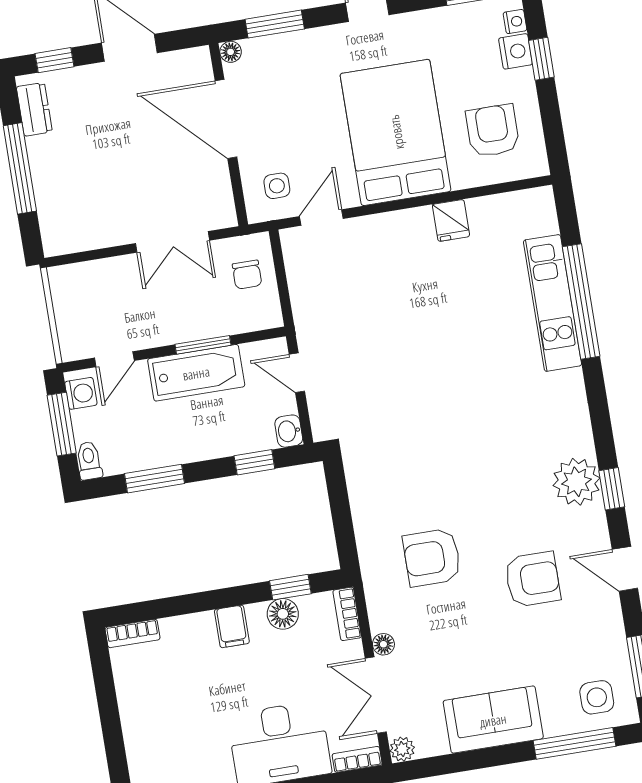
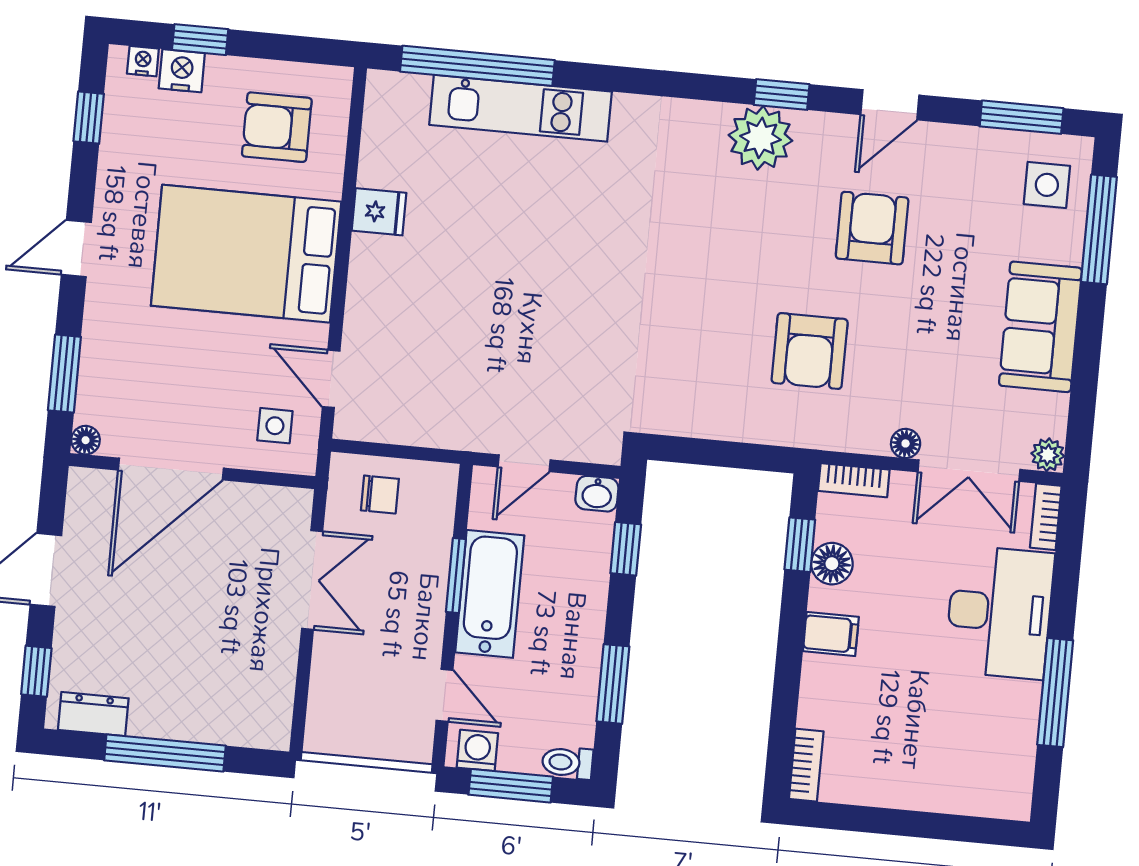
window: (581, 301) -> (477, 66), moved

